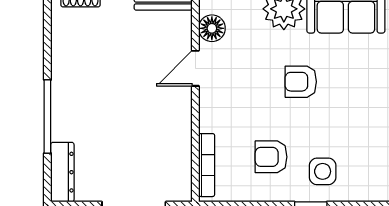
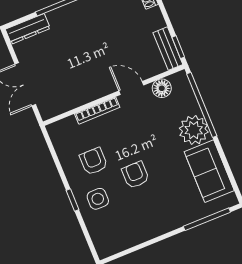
armchair: (301, 82) -> (135, 175), moved
bookcase: (207, 165) -> (97, 111), moved

